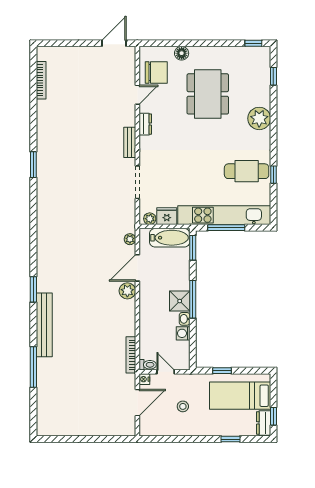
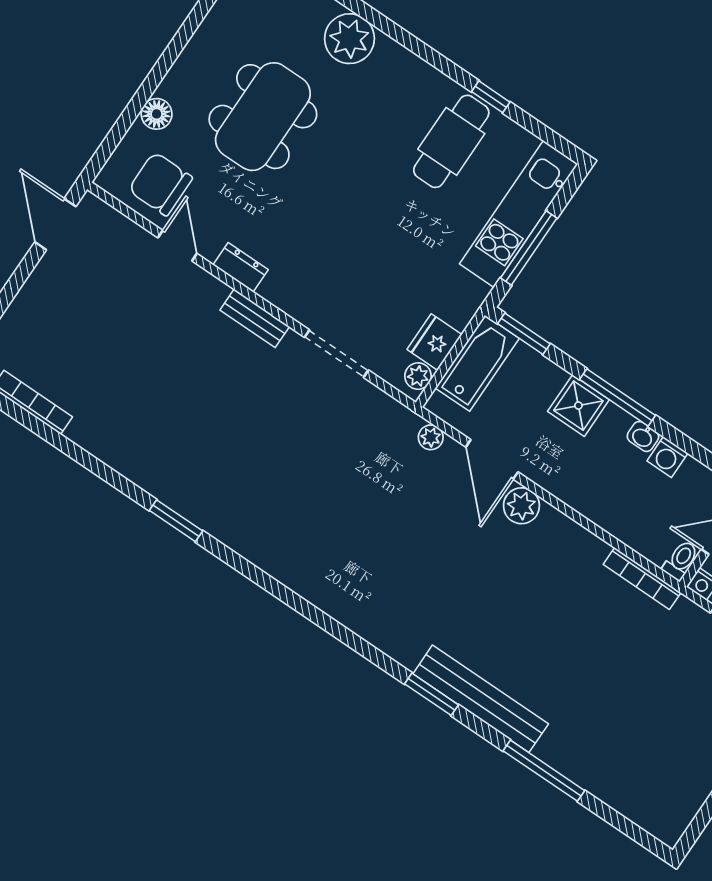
chair: (156, 73) -> (160, 184), turned -90
dining table: (208, 94) -> (263, 117), turned 90
plant: (259, 118) -> (349, 39), moved
kitchen unit: (224, 215) -> (519, 214), width x0.73
window: (33, 289) -> (432, 694), moved
shower: (180, 301) -> (578, 406), moved

